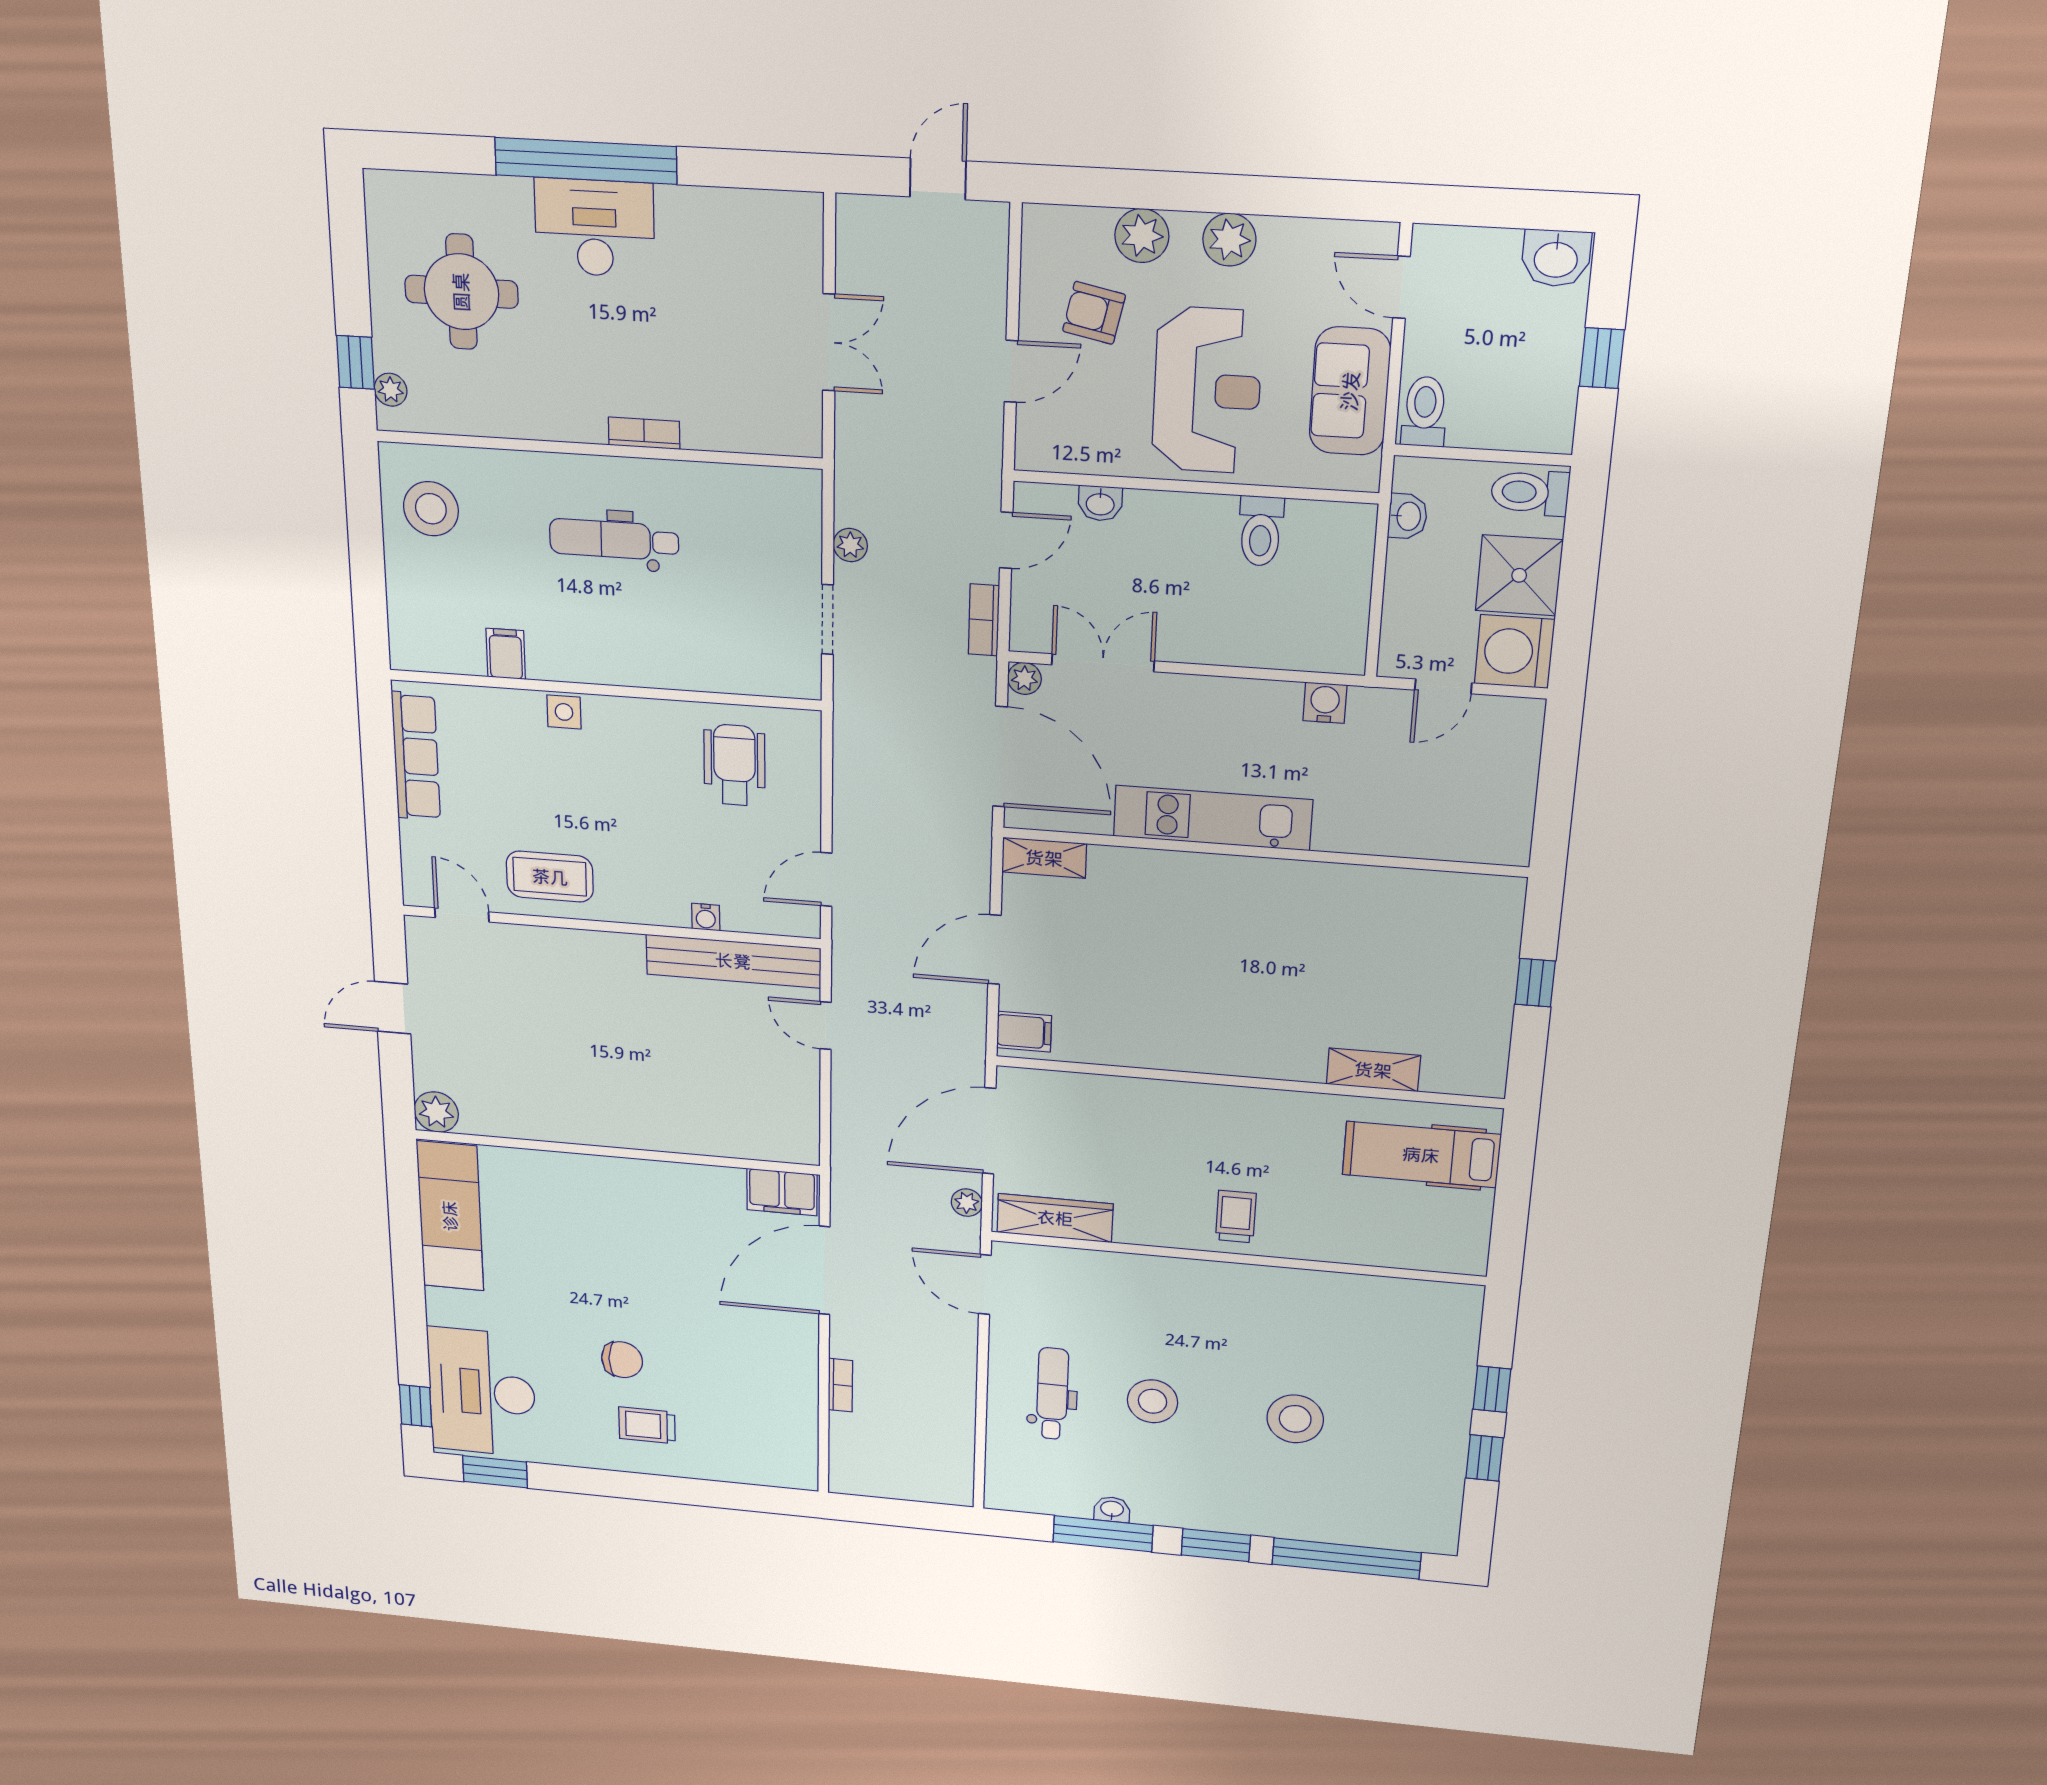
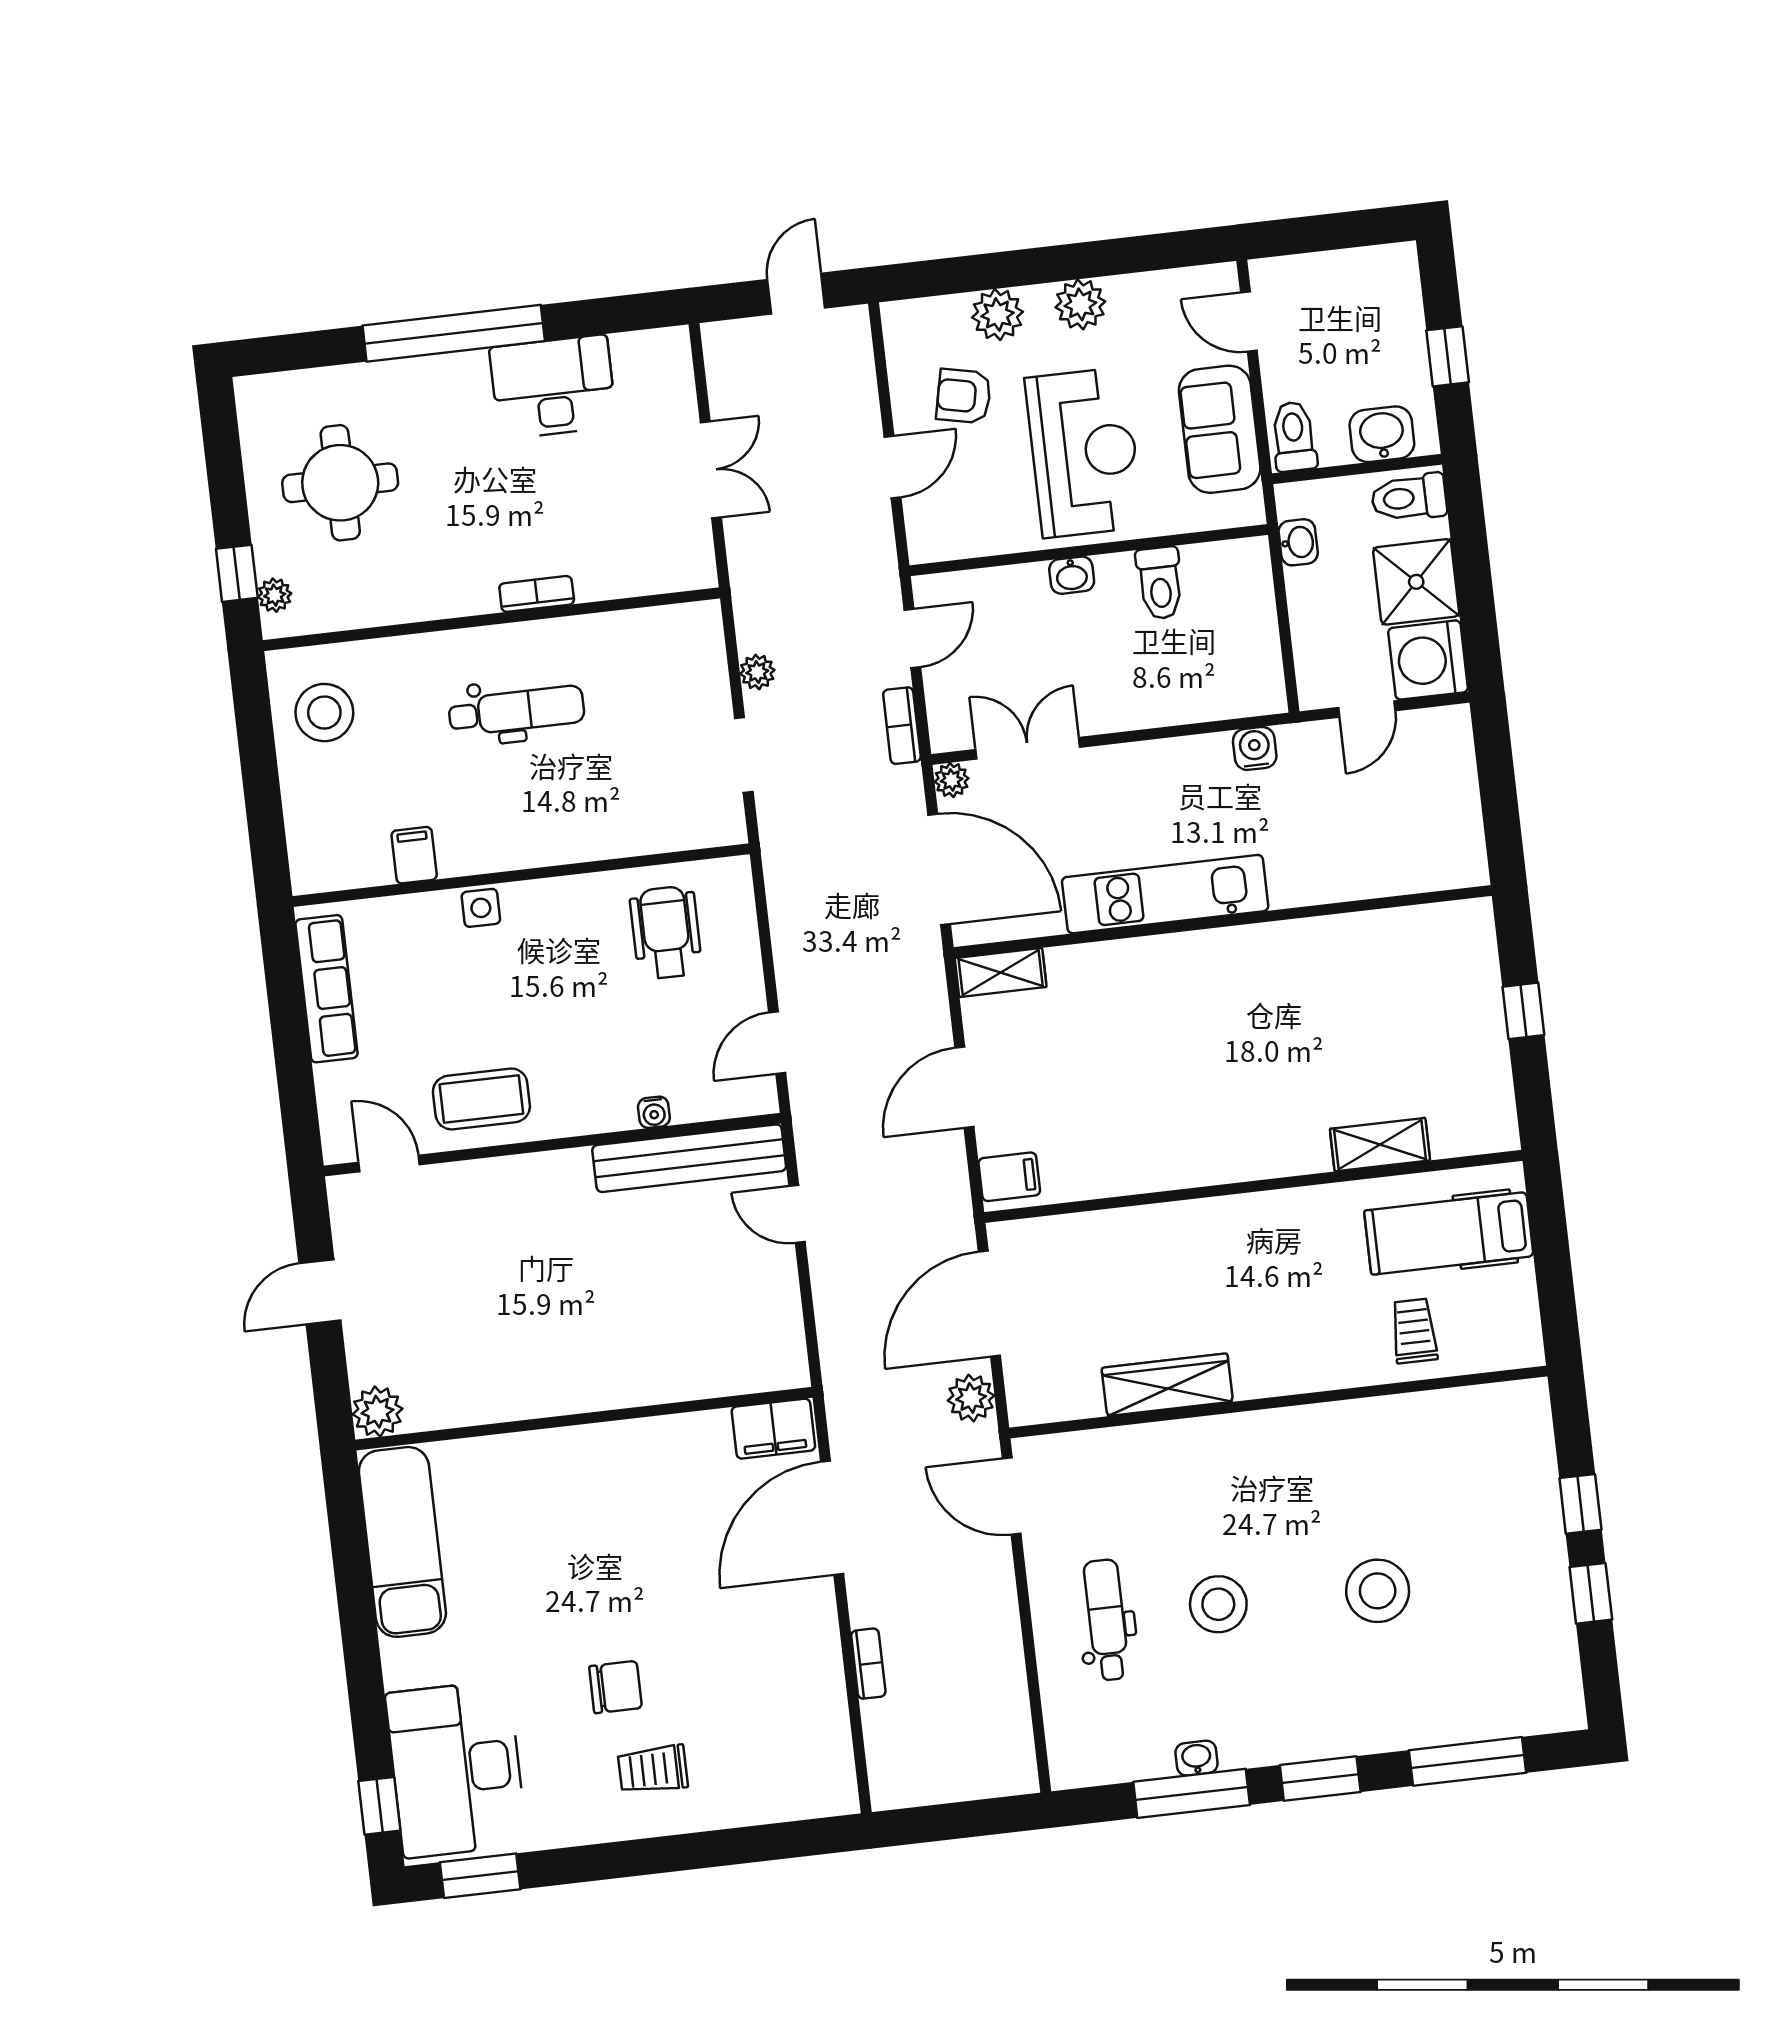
desk: (595, 228) -> (553, 387), moved
washbasin: (1556, 258) -> (1382, 434), moved, turned 180
washbasin: (1100, 503) -> (1072, 575), moved
dental chair: (614, 540) -> (516, 711), turned 180
plant: (967, 1203) -> (971, 1398), width x1.38, depth x1.38
trolley: (1236, 1217) -> (1414, 1331), moved
wardrobe: (1055, 1218) -> (1167, 1385), moved
window: (1346, 1558) -> (1468, 1761), width x0.68

